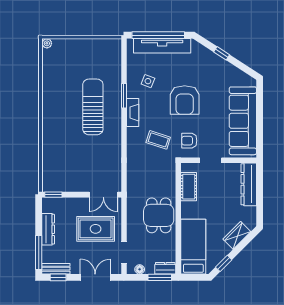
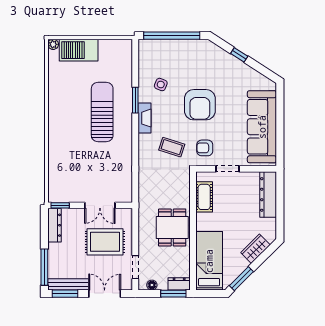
tv unit: (162, 46) -> (176, 47), removed
barbecue: (71, 49) -> (79, 50), added
double door: (103, 195) -> (100, 205), moved
dresser: (48, 229) -> (54, 225), moved
window: (224, 263) -> (241, 279), width x1.50
bench: (56, 269) -> (68, 284), width x1.36
window: (58, 277) -> (65, 294), width x1.50

